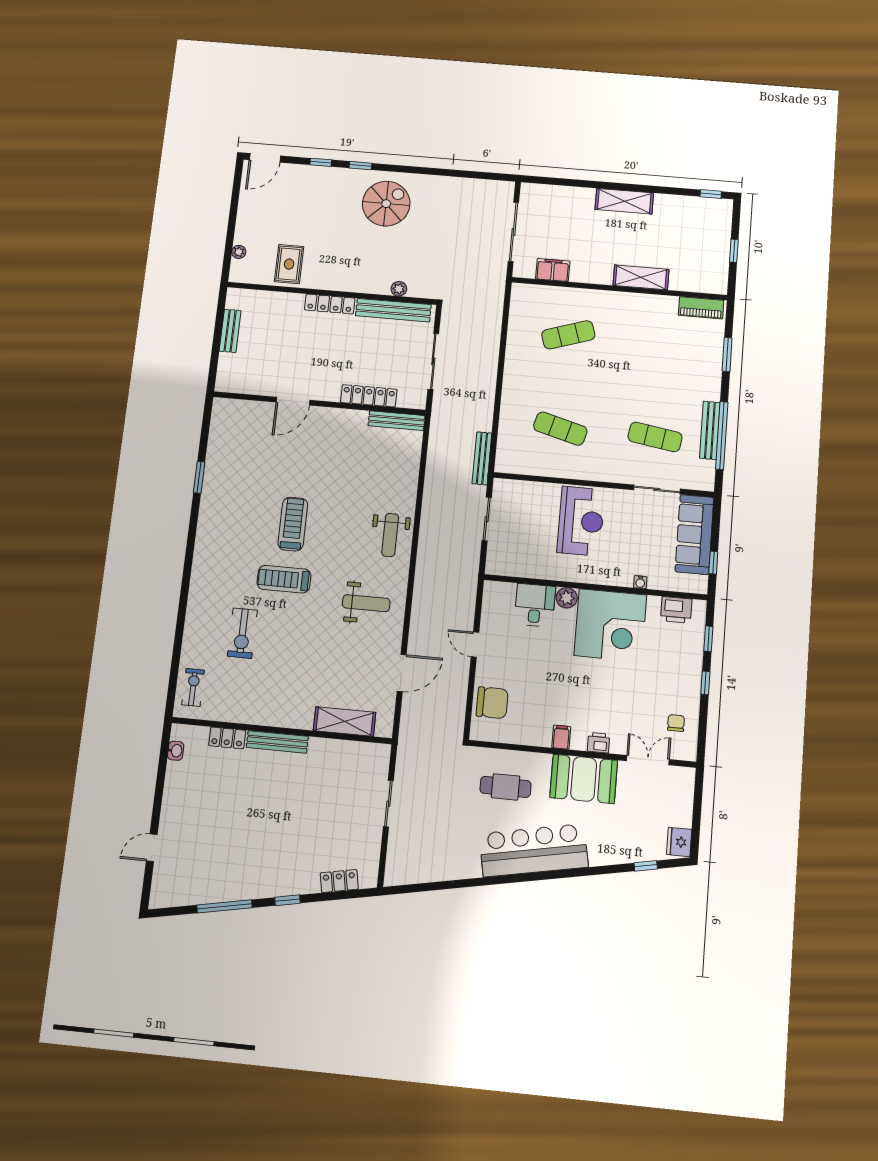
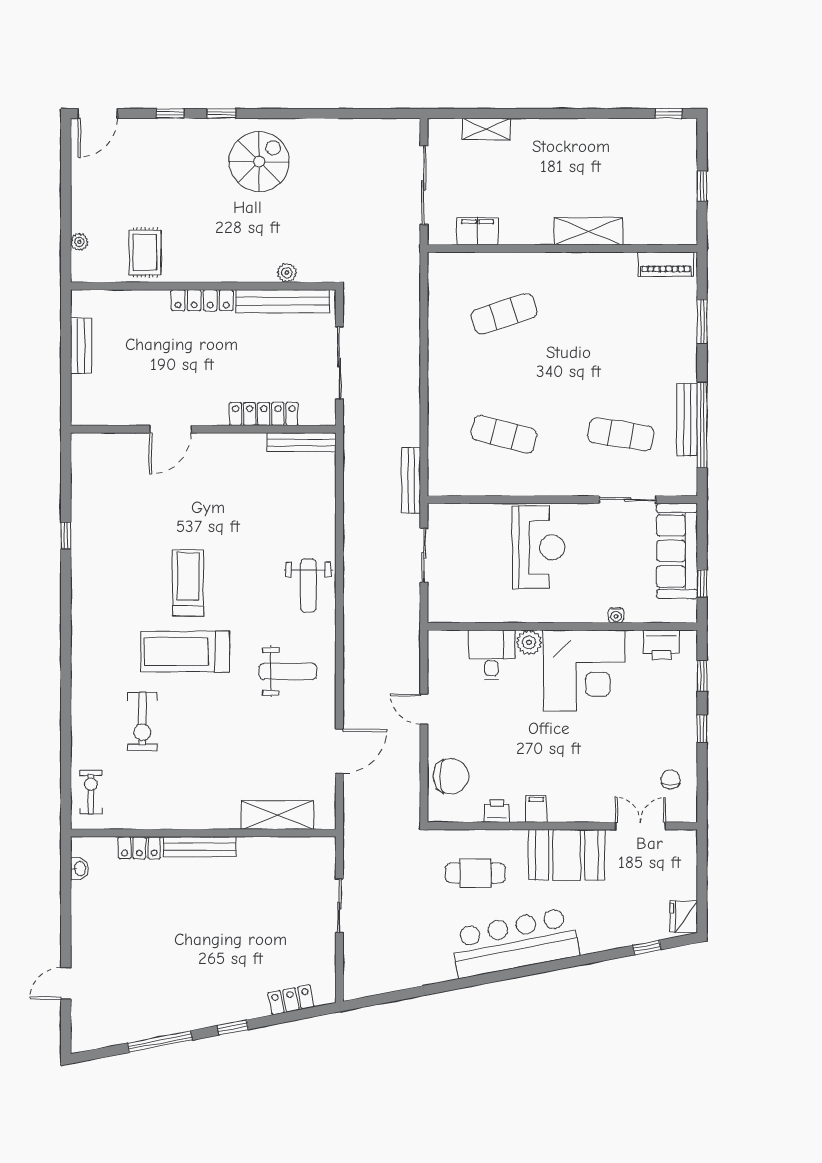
shelving: (624, 201) -> (486, 129), moved, width x0.67, depth x0.75
window: (199, 477) -> (66, 536), width x0.67
treadmill: (284, 579) -> (185, 652), width x1.37, depth x1.38
printer: (599, 743) -> (497, 811), moved

